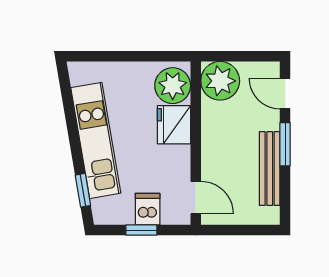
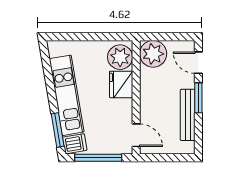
window: (83, 190) -> (58, 130), width x1.50
dishwasher: (148, 209) -> (75, 144), moved, turned 80
window: (141, 230) -> (98, 158), width x2.17

